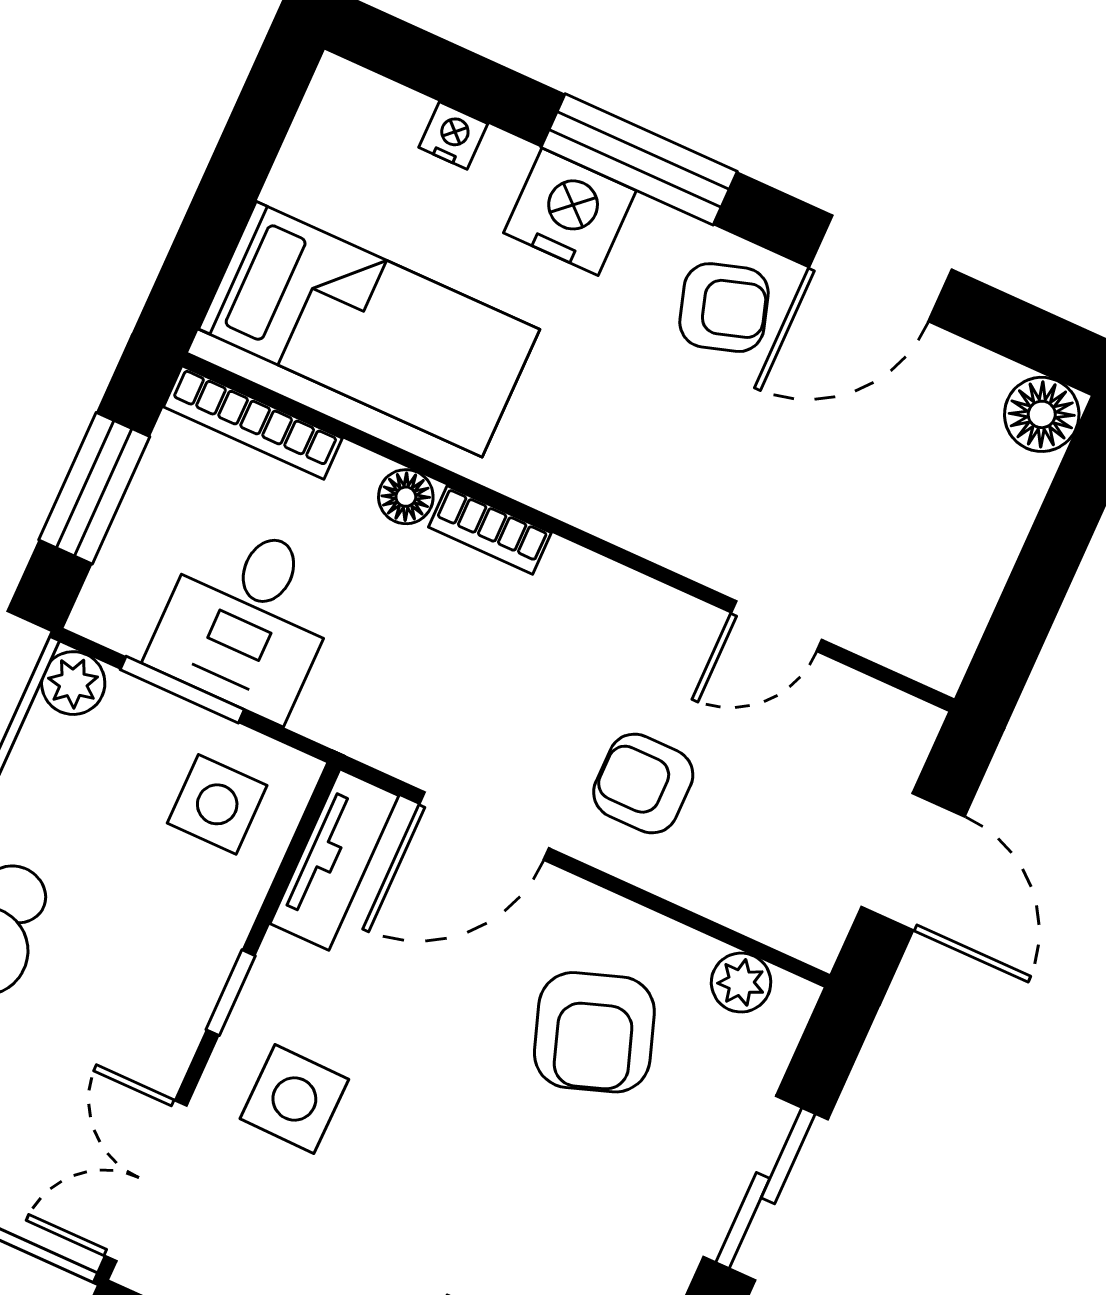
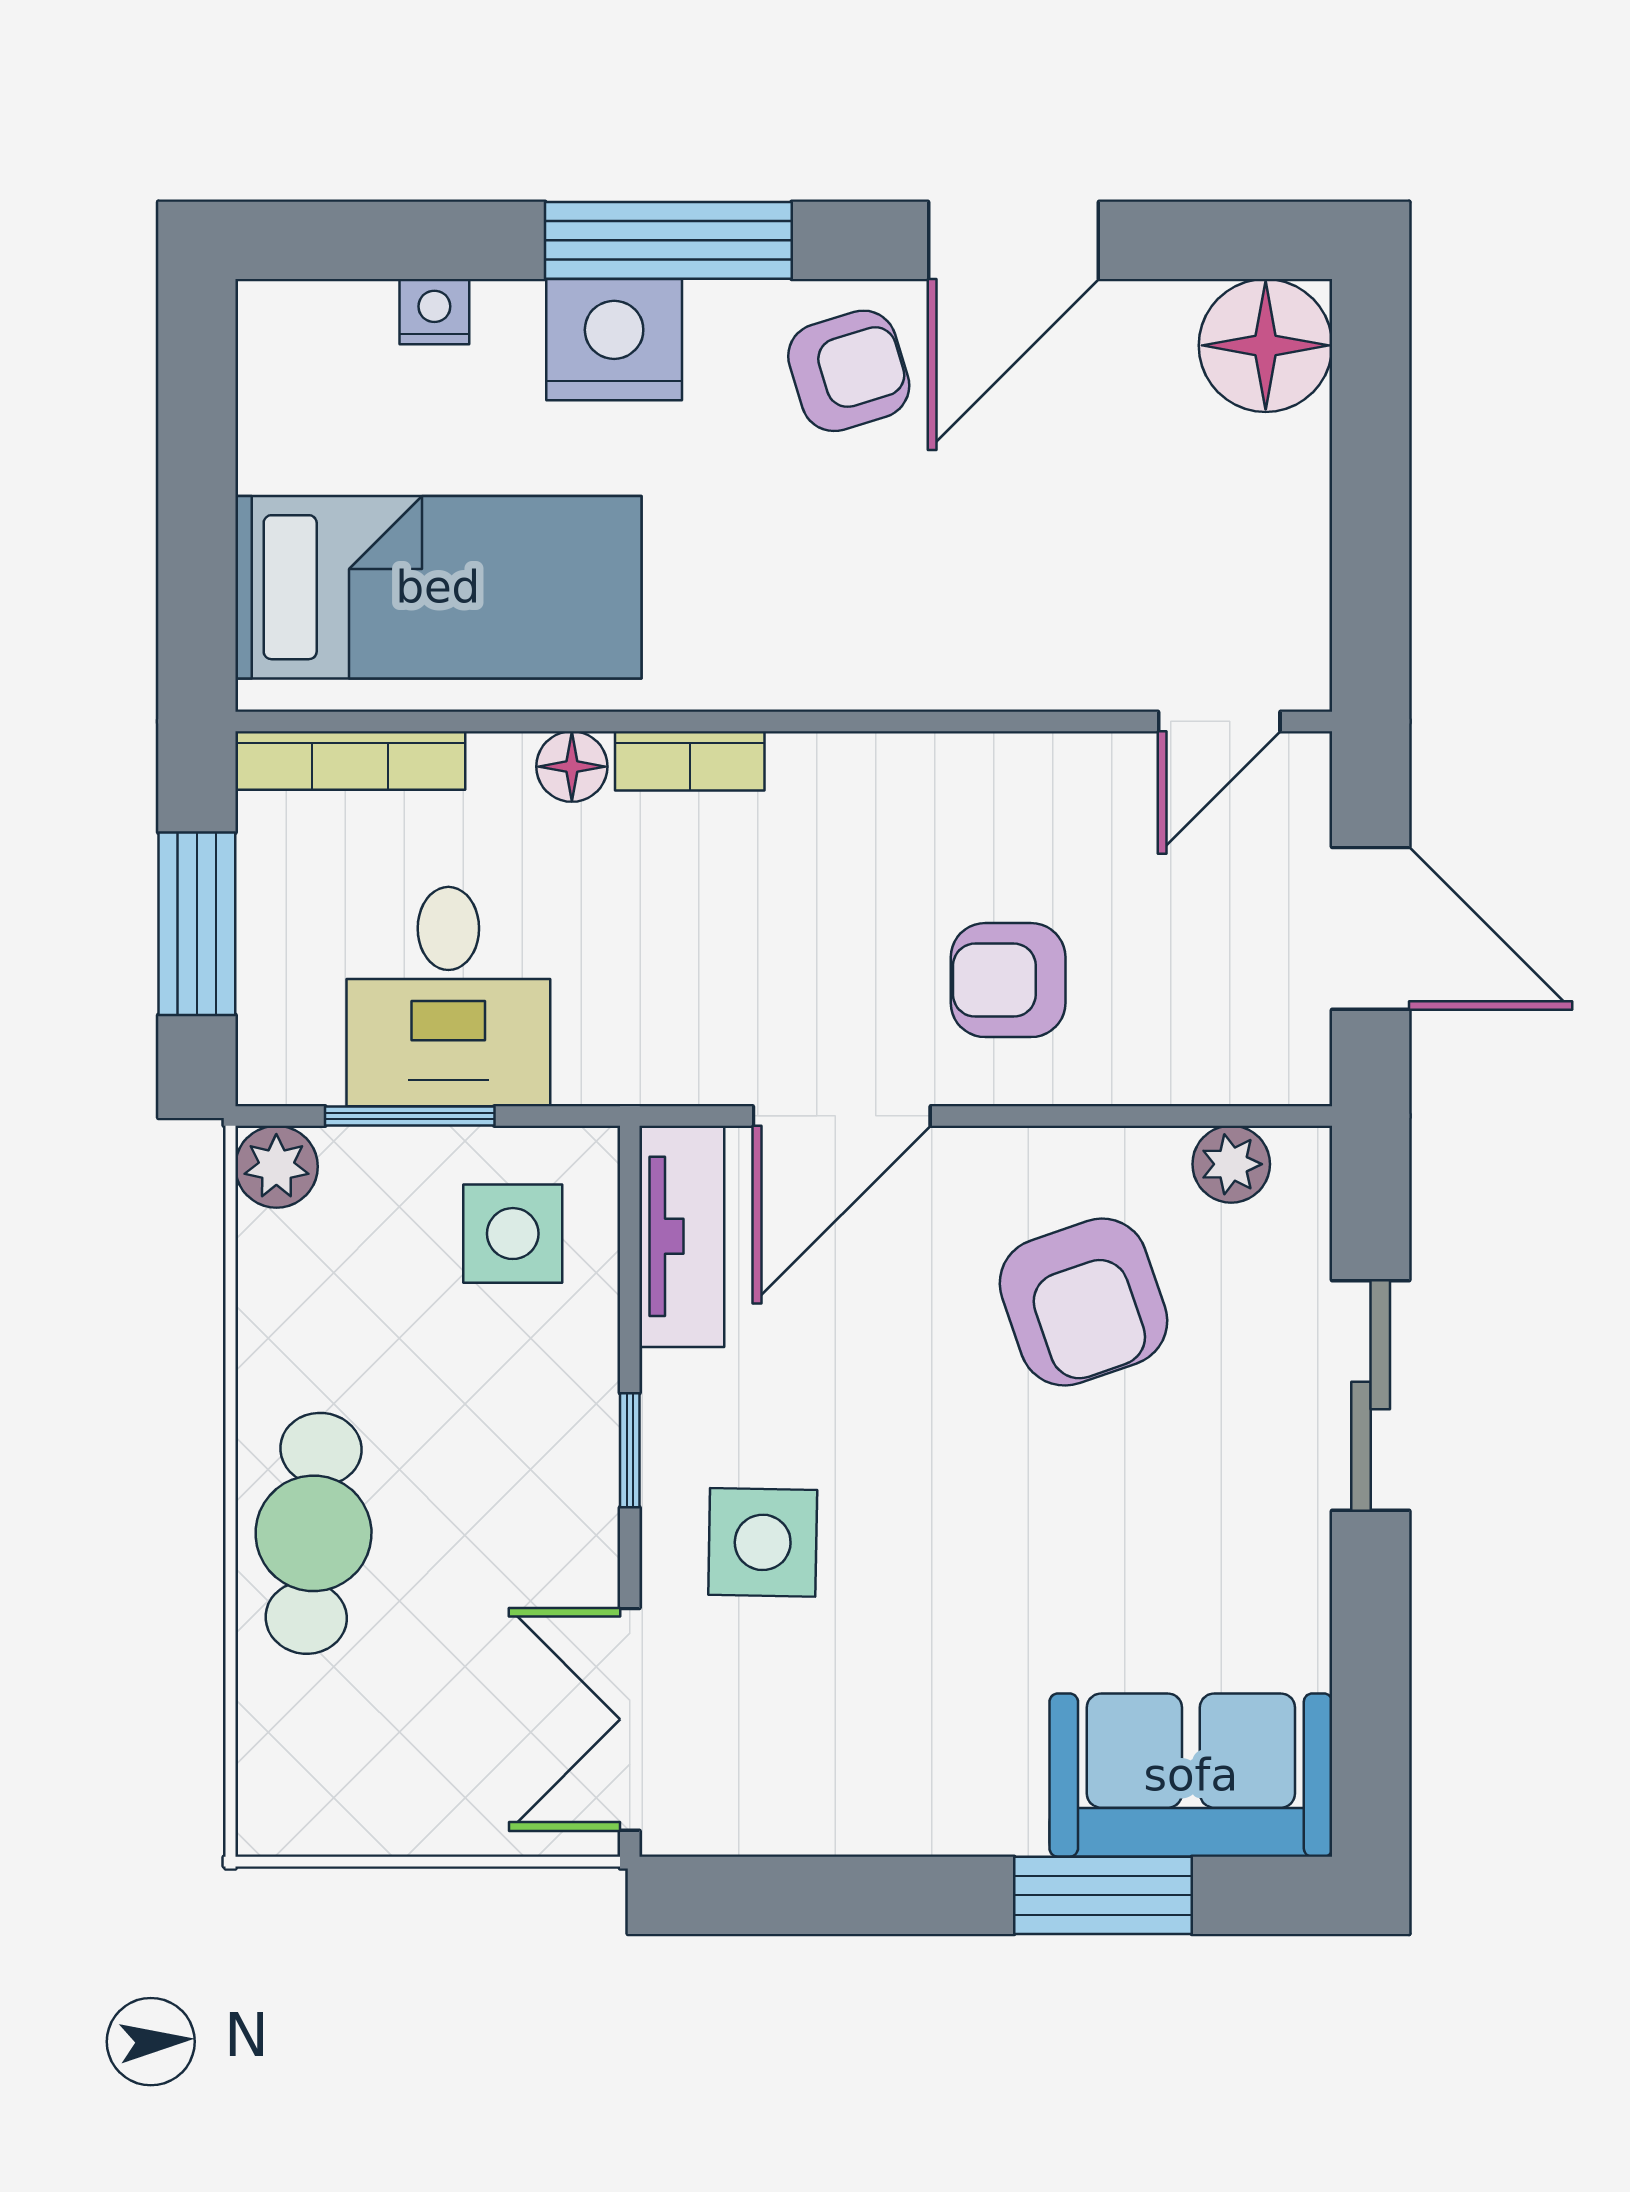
floor lamp: (1042, 414) -> (1266, 345), width x1.38, depth x1.38
door: (777, 626) -> (1219, 721), moved

